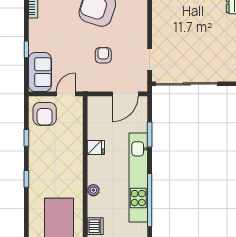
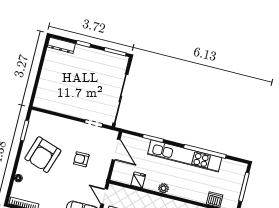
fridge: (96, 147) -> (138, 180), moved
plant: (93, 190) -> (164, 188), moved

